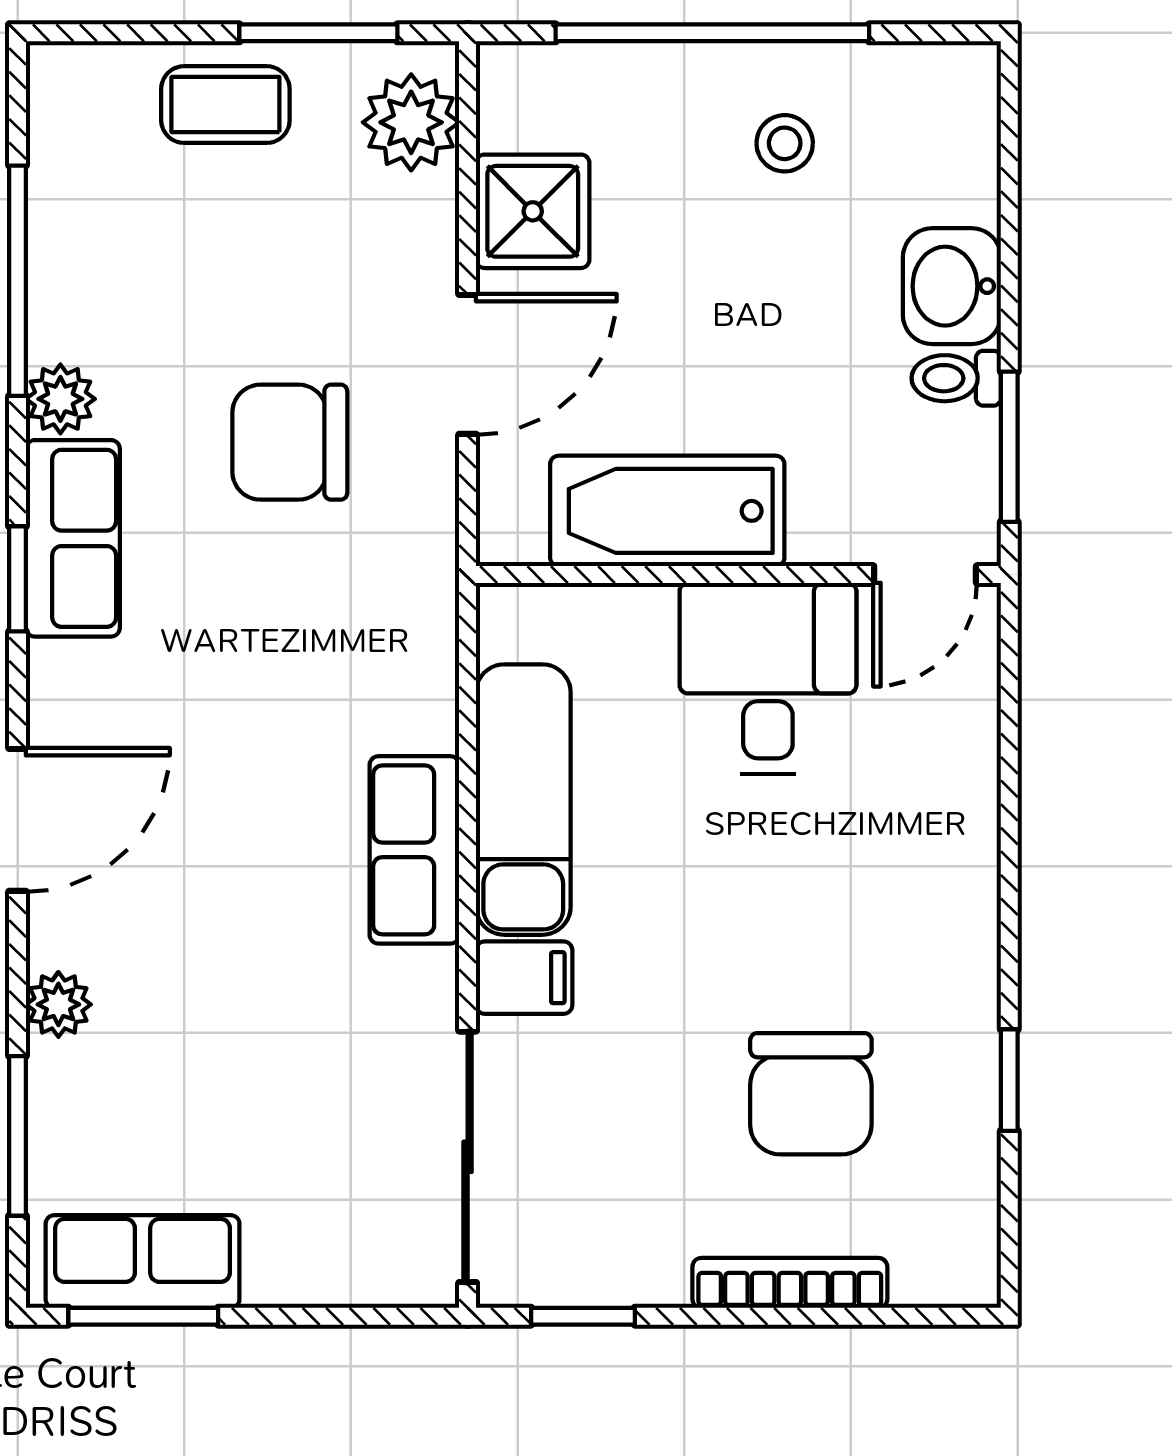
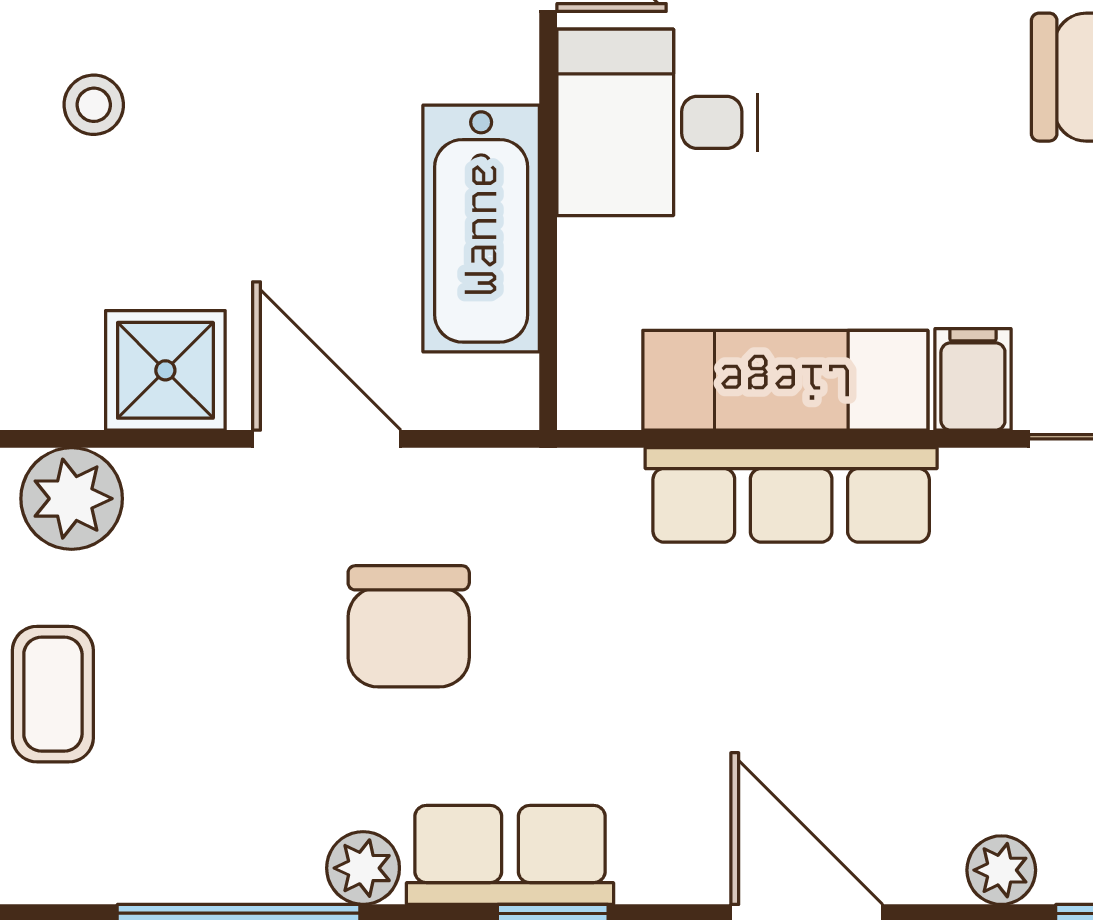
row of seats: (414, 850) -> (791, 495), width x1.48

